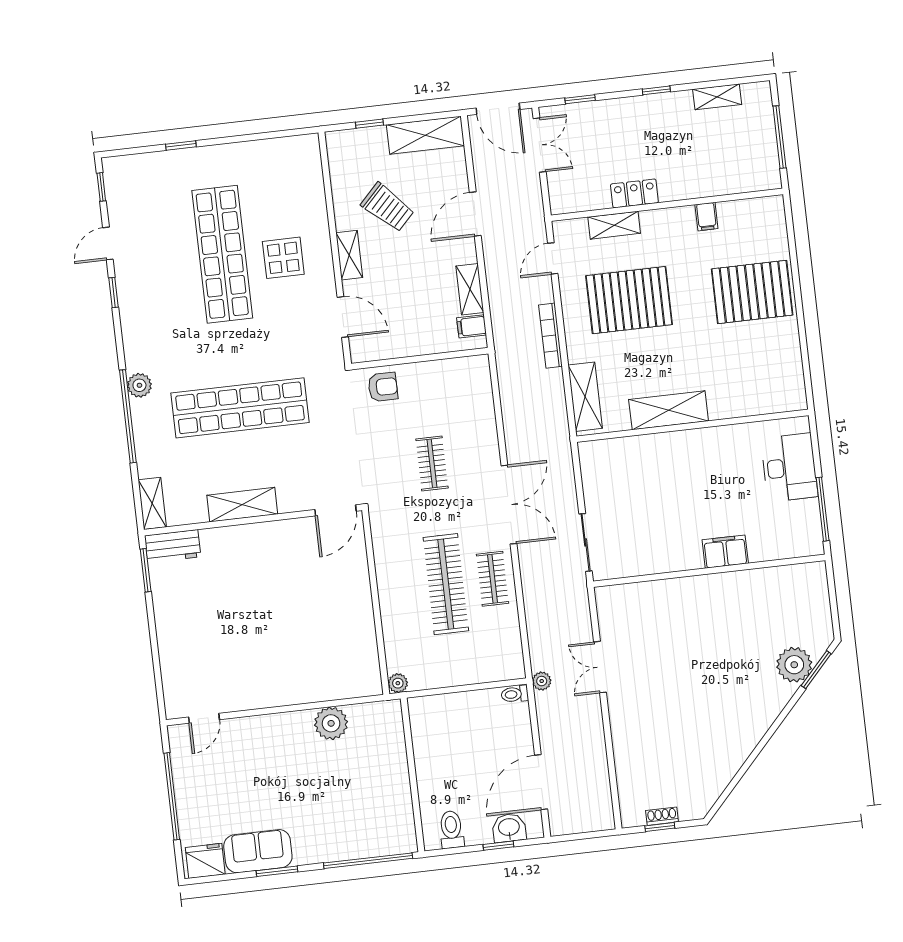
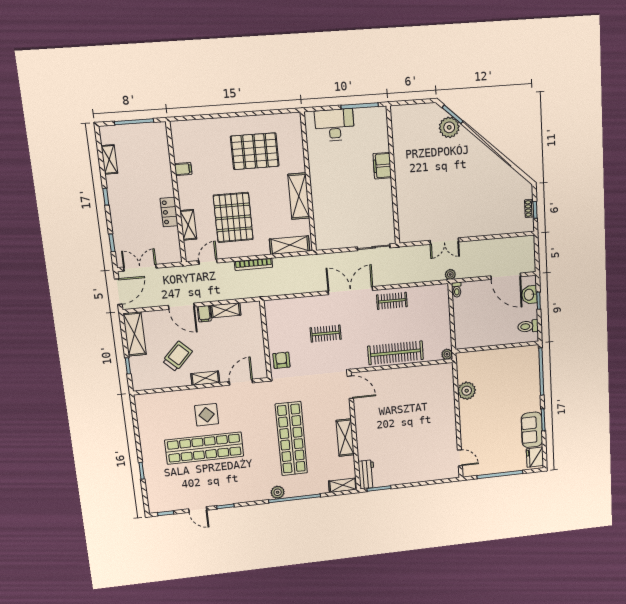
door: (553, 258) -> (208, 262), swing flipped
pallet: (752, 292) -> (255, 151), moved, turned 90
filing cabinet: (472, 326) -> (204, 314), moved
clothes rail: (446, 584) -> (396, 353), moved

